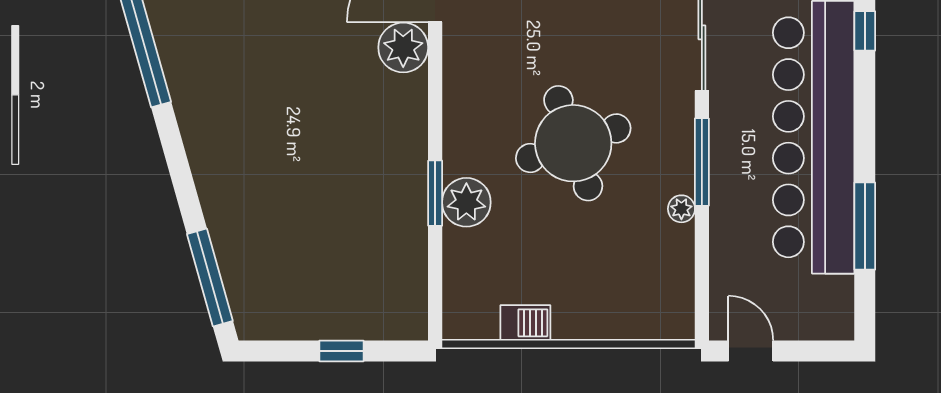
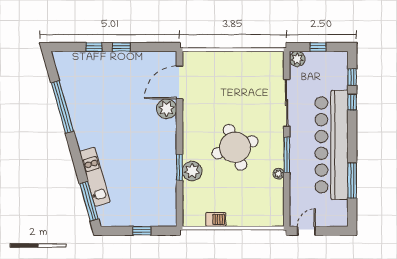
kitchen unit: (224, 216) -> (95, 177), added
door: (751, 351) -> (306, 231), hinge flipped

